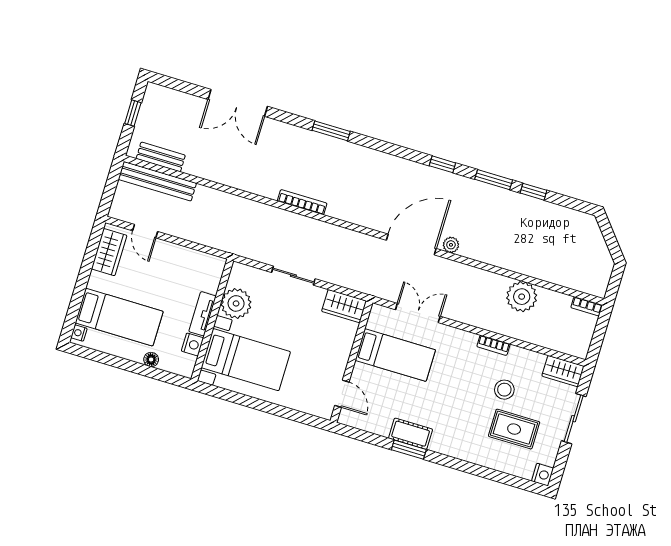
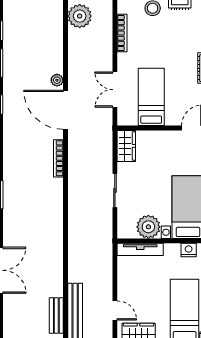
bookcase: (302, 202) -> (58, 158), moved
door: (145, 231) -> (115, 310), hinge flipped
tv unit: (203, 314) -> (140, 249), moved, width x1.41
bookcase: (493, 345) -> (122, 33), width x1.56

